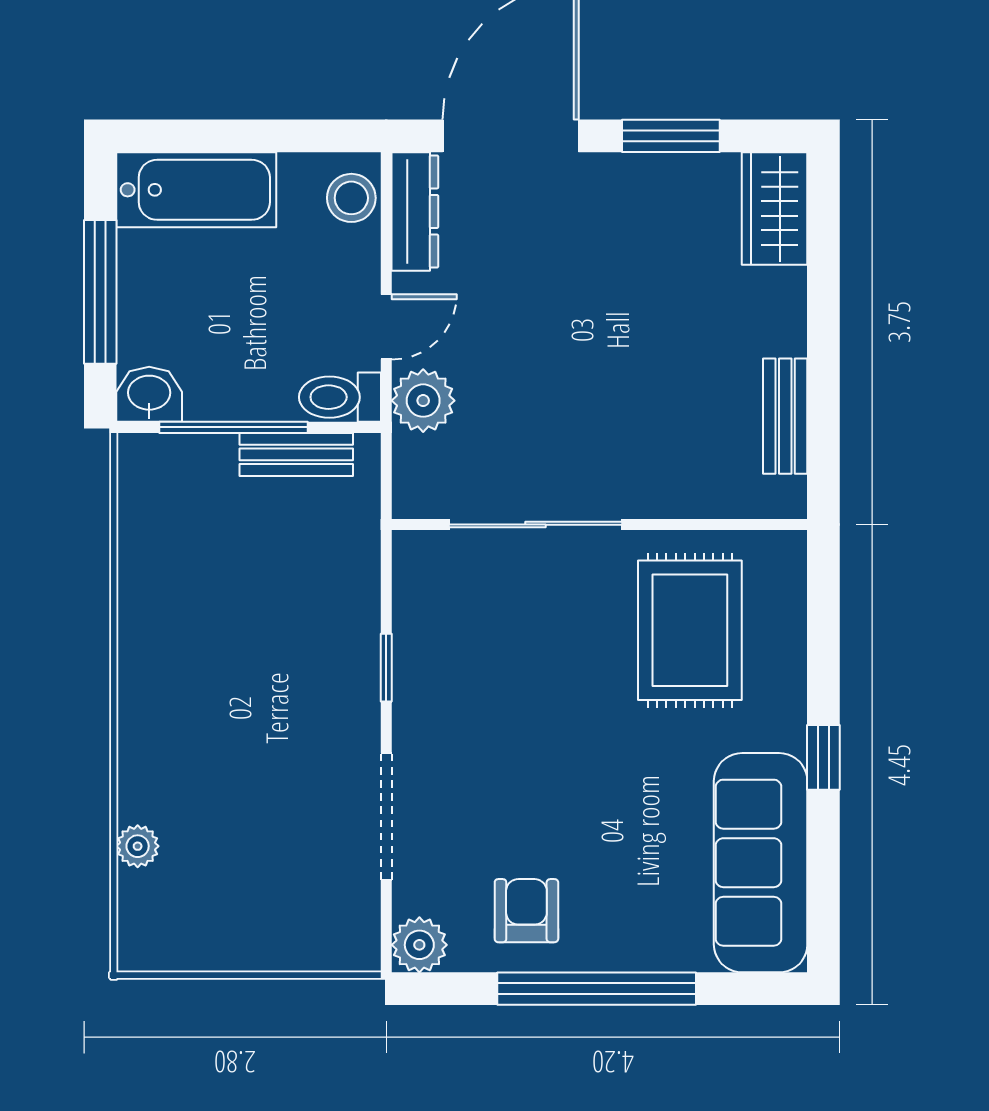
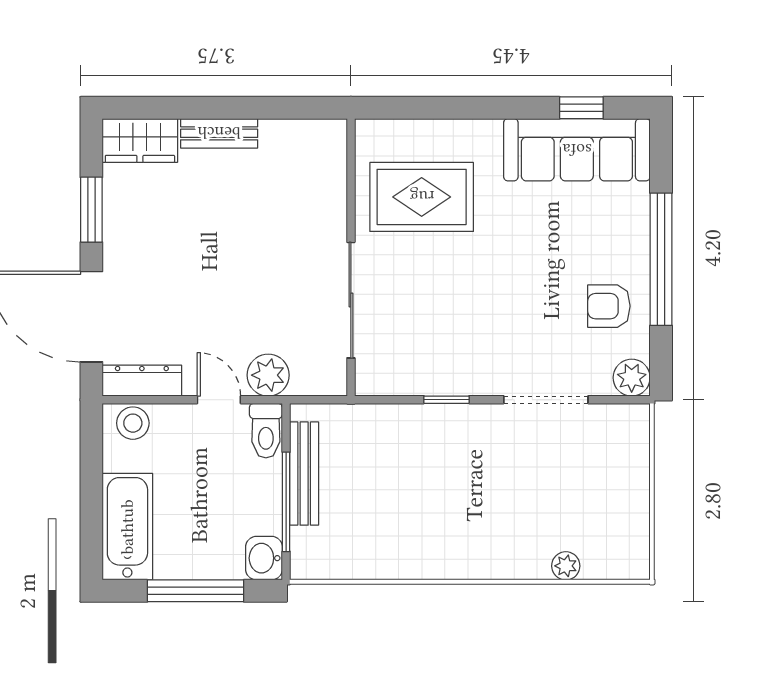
bench: (785, 416) -> (219, 133), moved
bench: (296, 454) -> (304, 474), width x1.36
window: (823, 757) -> (581, 108), moved

